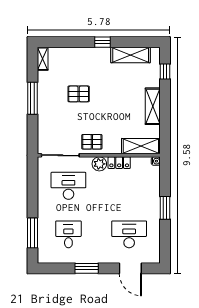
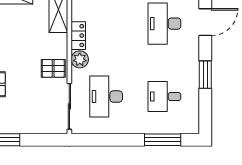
pallet: (92, 142) -> (53, 68), turned 90

